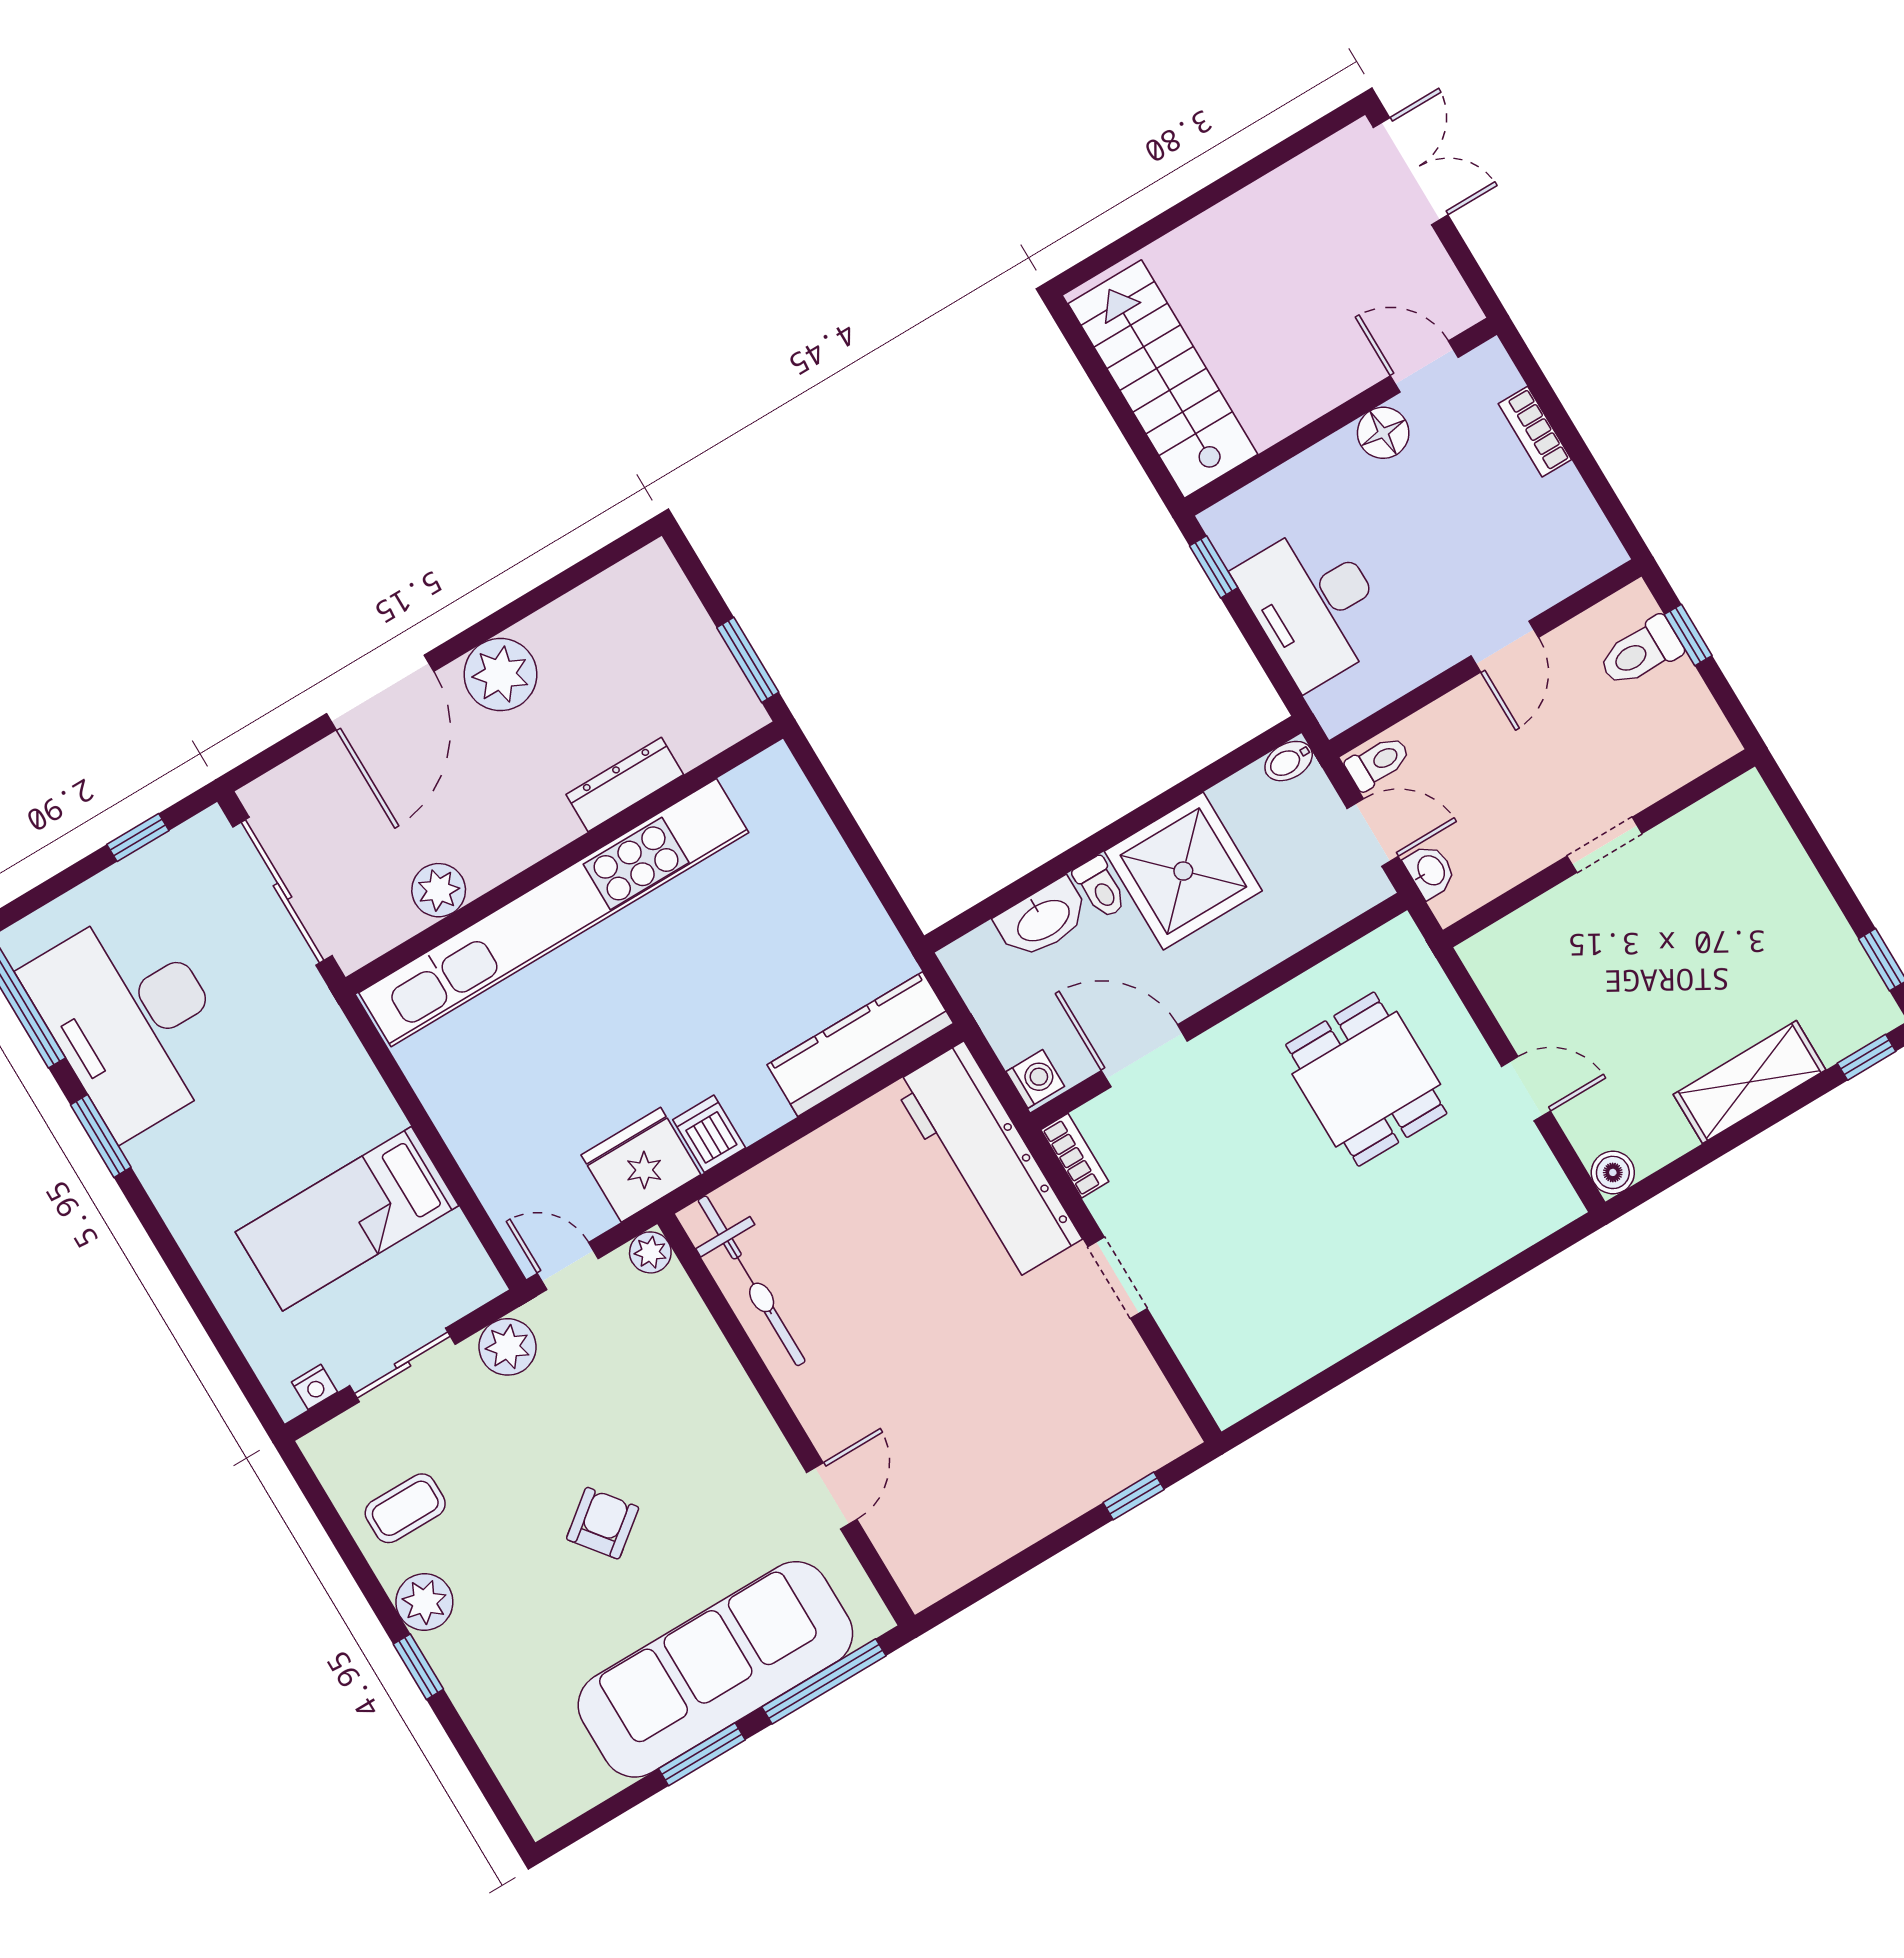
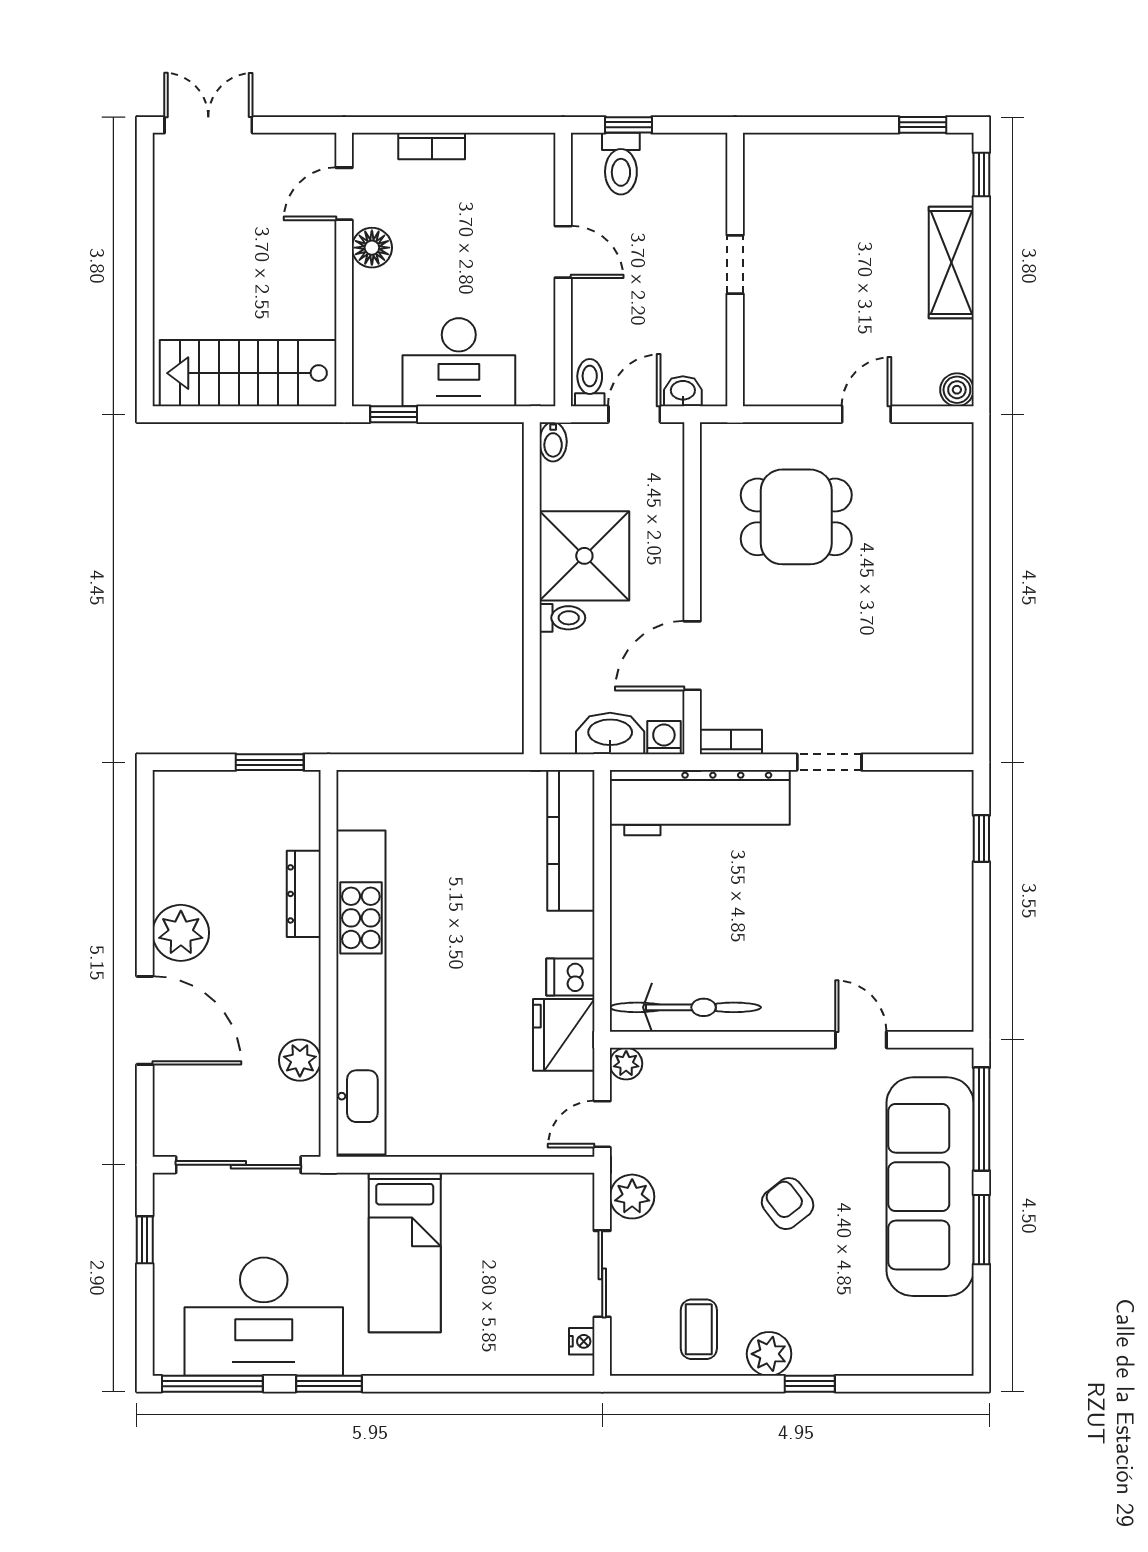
washbasin: (1043, 919) -> (610, 734), moved, turned -90
bed: (347, 1219) -> (405, 1252), moved

